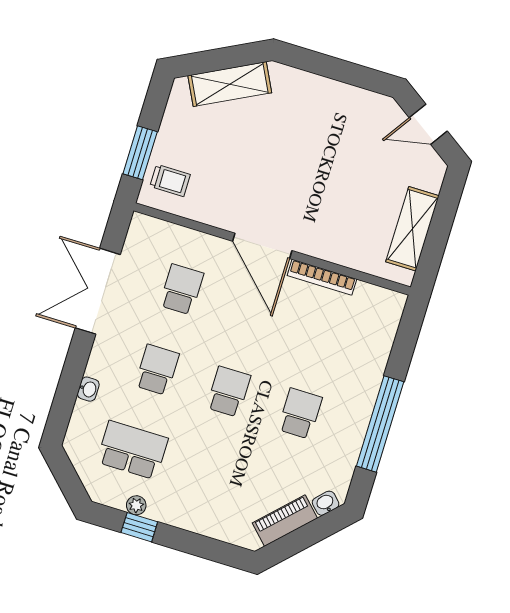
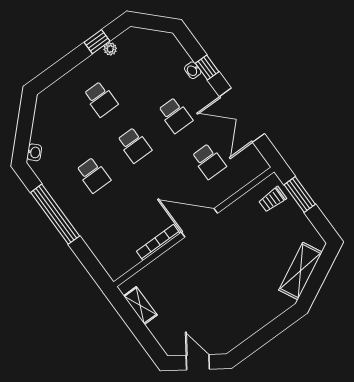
door: (428, 124) -> (198, 362), hinge flipped
shelving: (412, 229) -> (140, 305), width x0.67, depth x0.75
double door: (98, 291) -> (242, 115), swing flipped
window: (72, 375) -> (207, 67), added
school desk: (132, 450) -> (101, 99), moved, width x0.54
piano: (285, 521) -> (41, 123), removed

